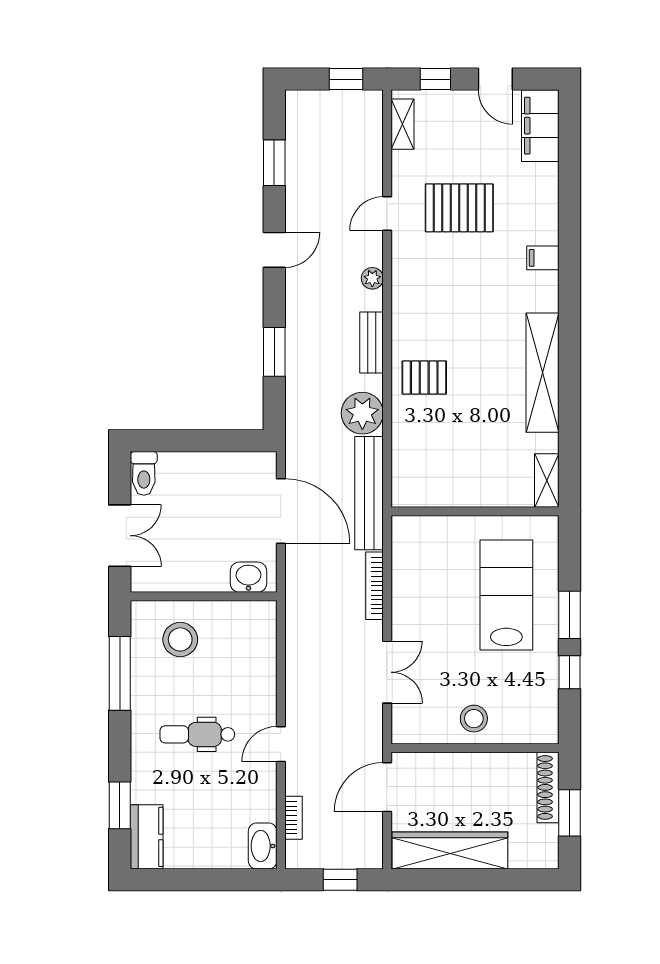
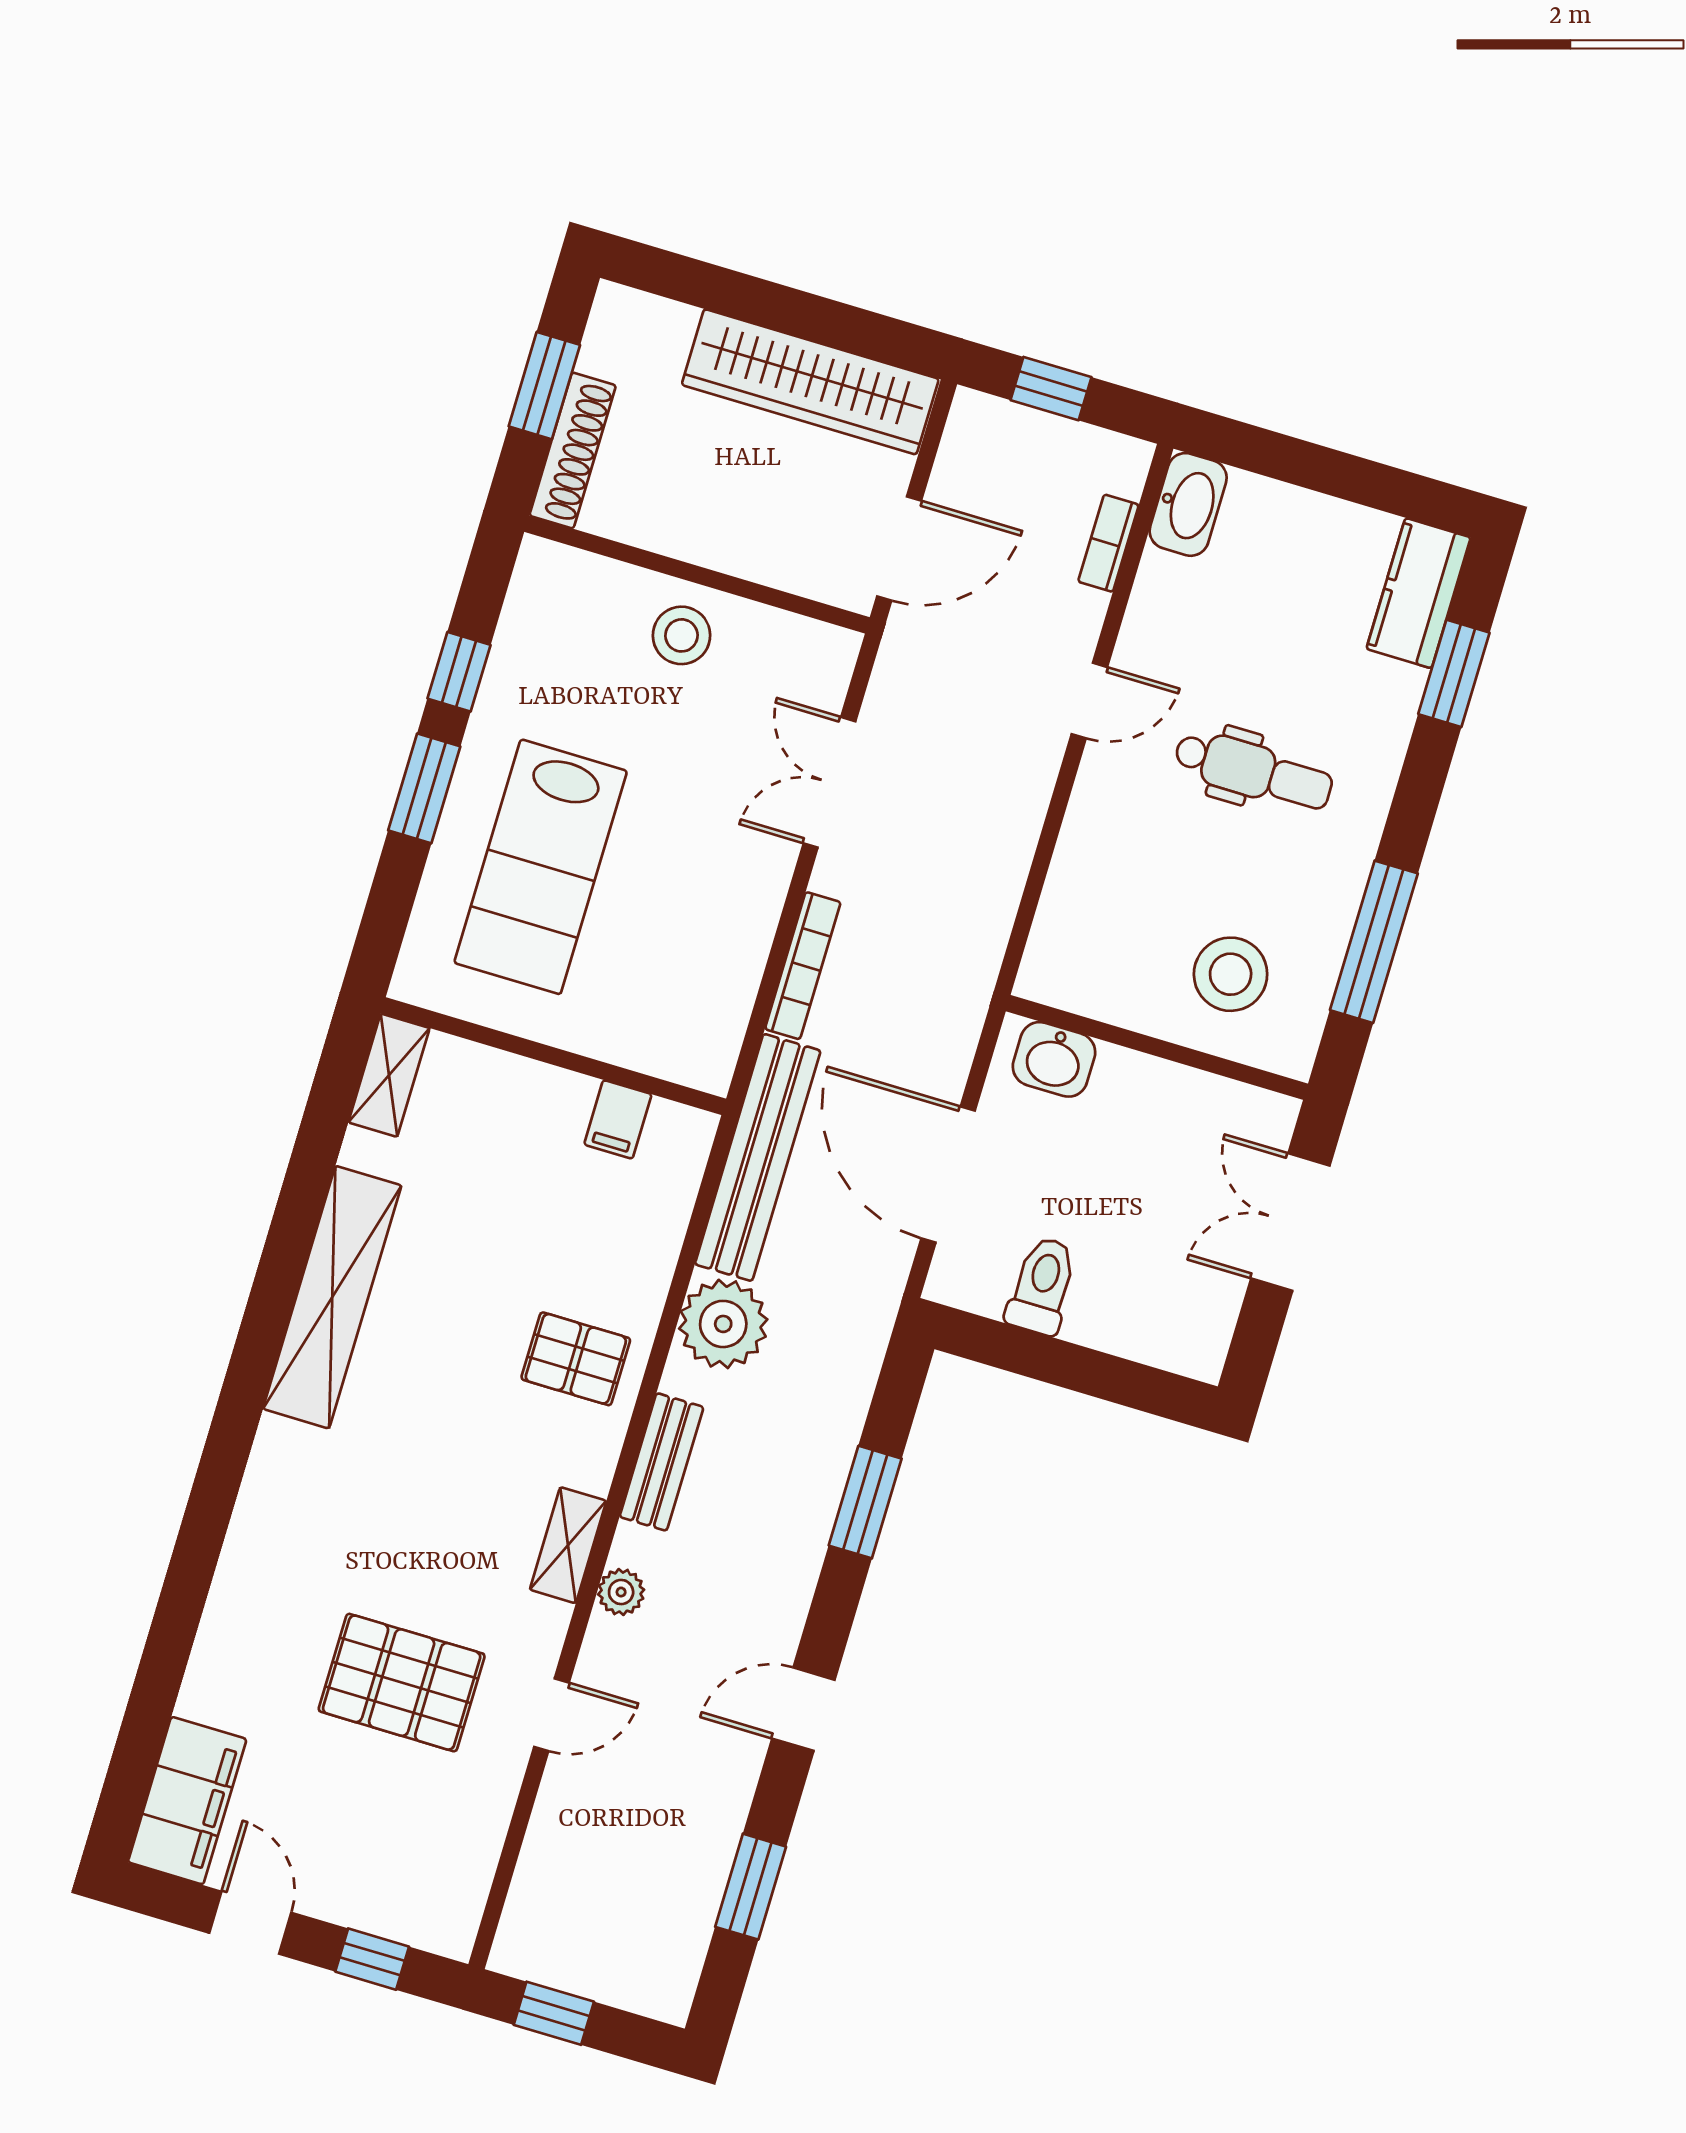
shelving: (403, 124) -> (568, 1545), moved
filing cabinet: (543, 258) -> (618, 1119), moved, turned 90
toilet: (144, 473) -> (1042, 1286), moved

